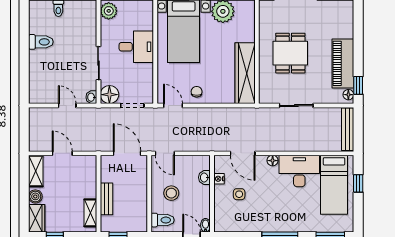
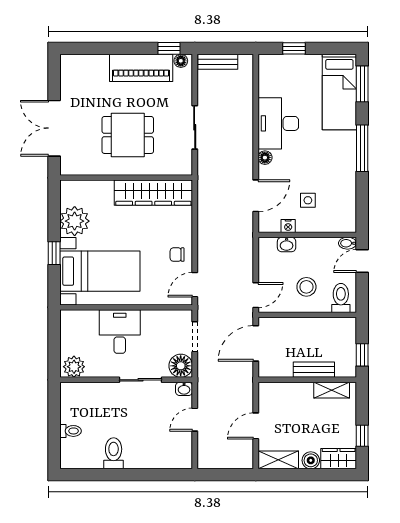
bench: (348, 129) -> (218, 62), width x0.73
bed: (334, 185) -> (339, 92), moved, turned 90

